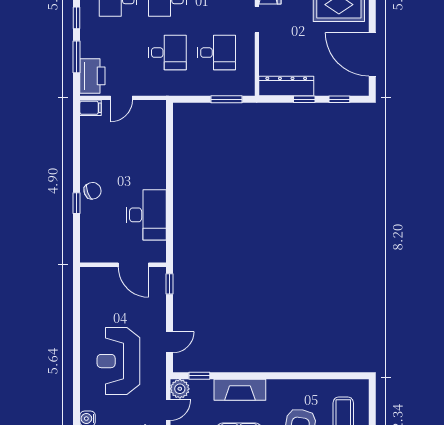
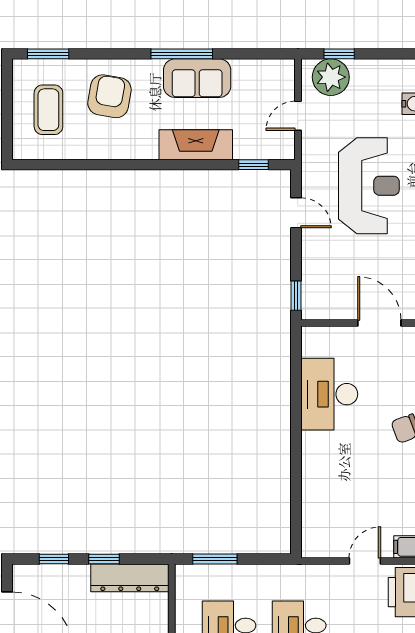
door: (133, 265) -> (379, 323), moved
door: (170, 342) -> (296, 213), swing flipped
plant: (180, 389) -> (281, 146), removed

